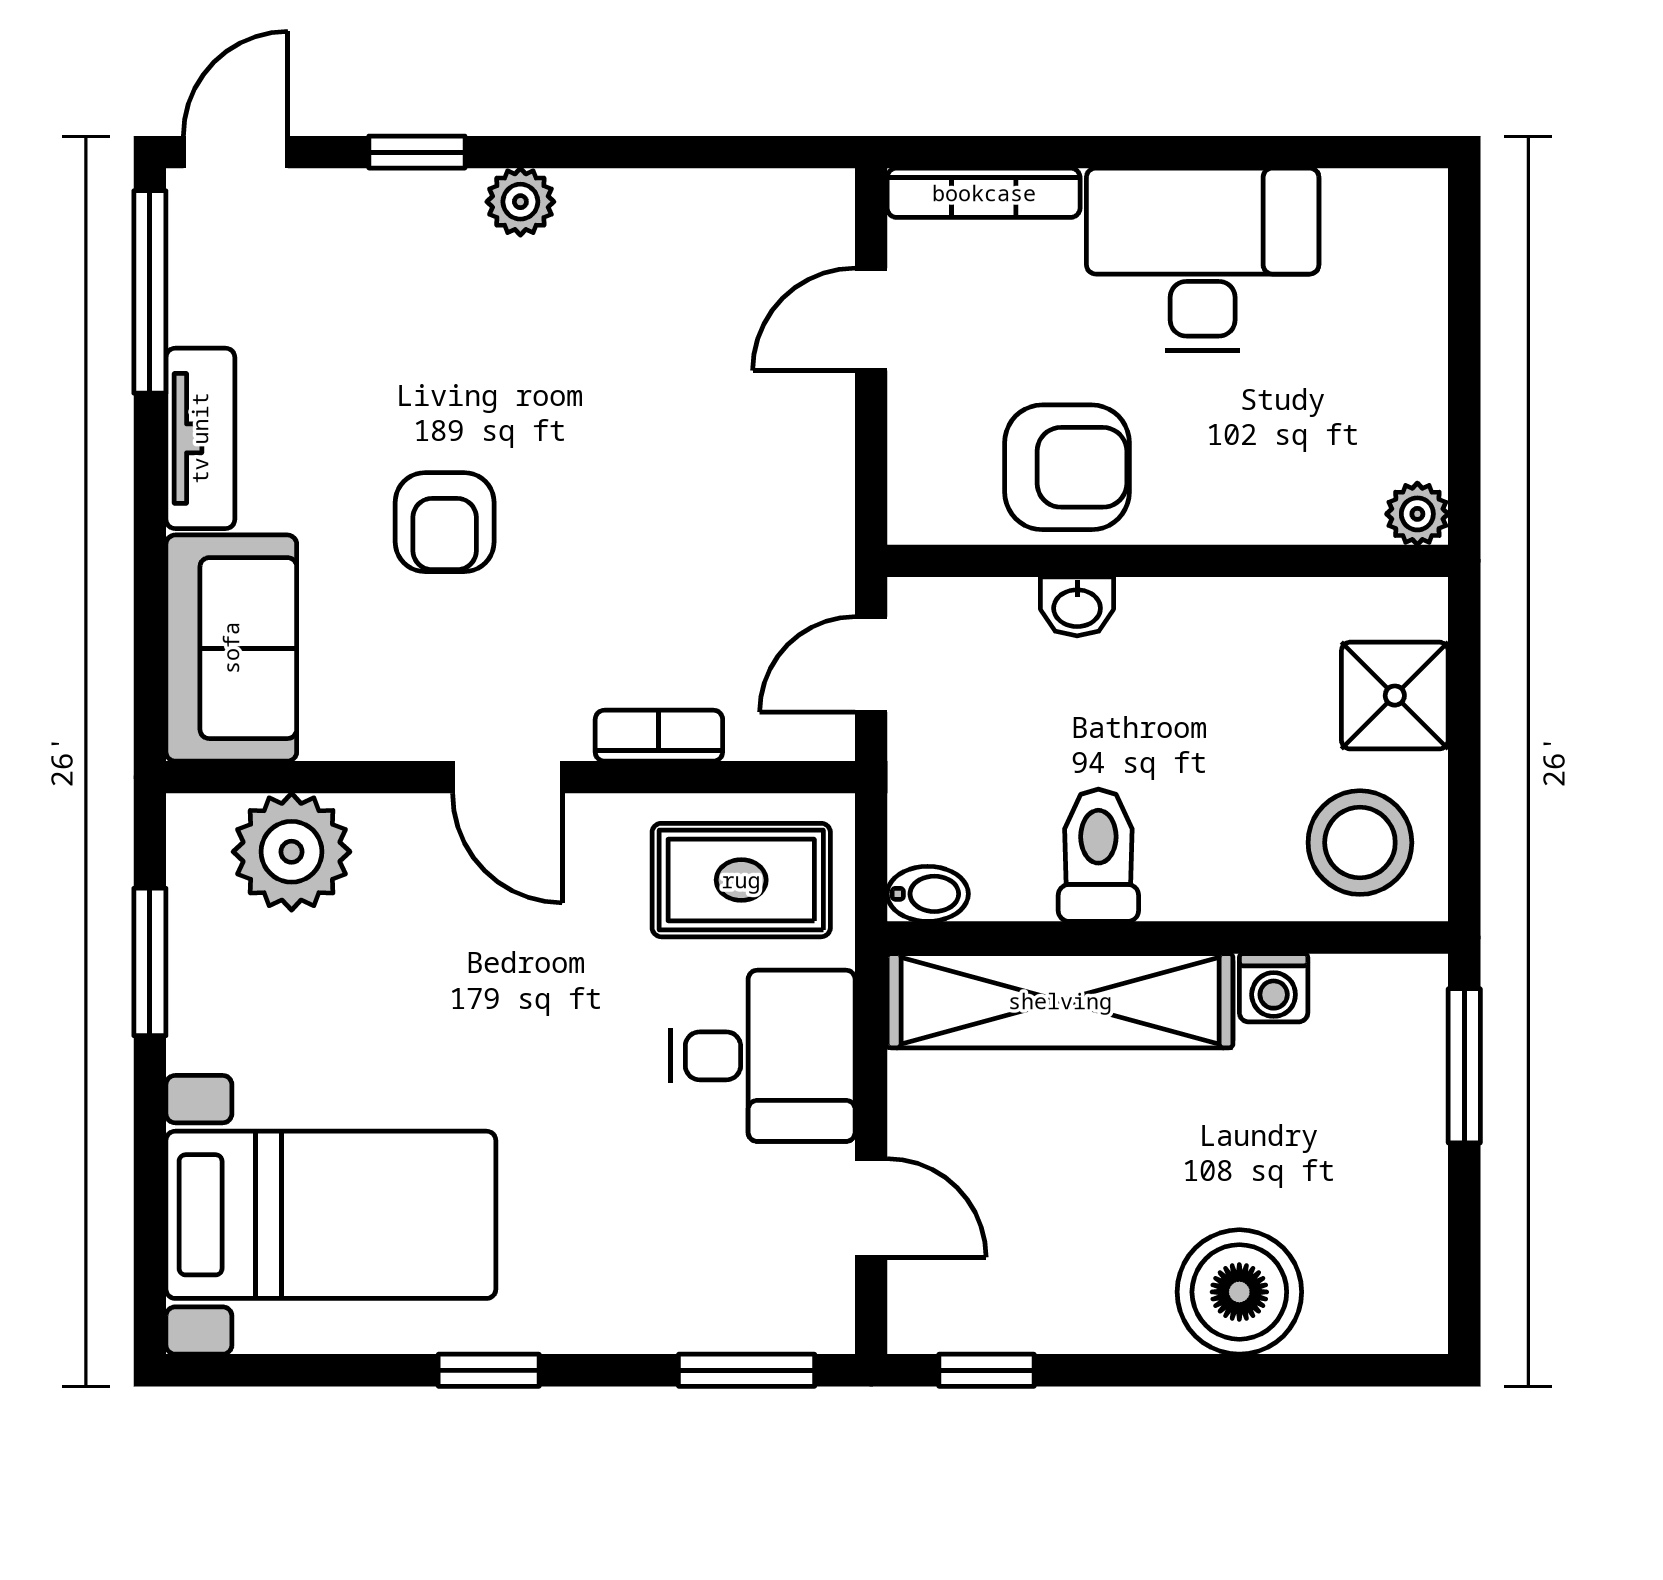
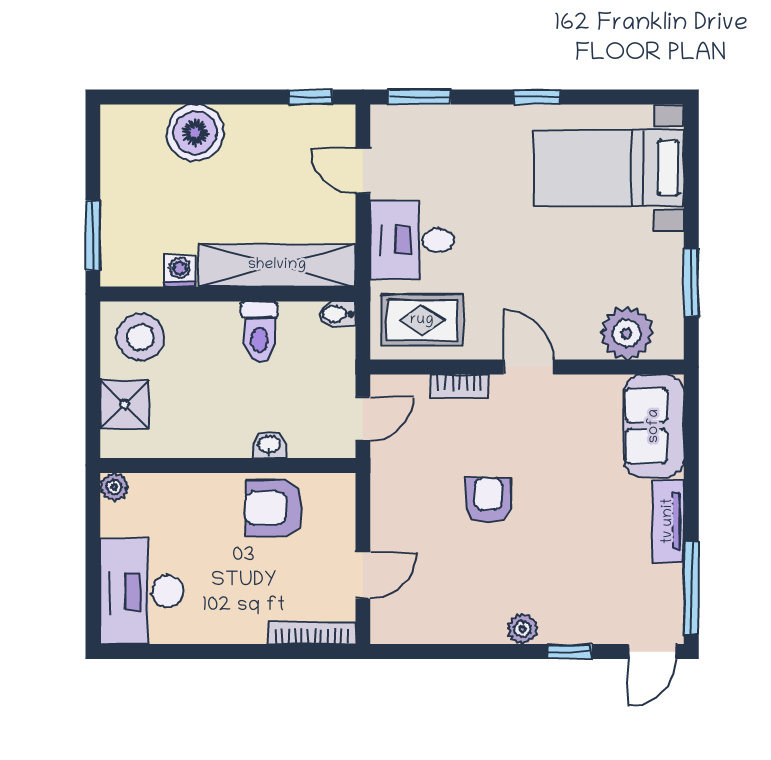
desk: (1203, 259) -> (142, 591), moved, turned 90
armchair: (445, 522) -> (488, 500), moved

